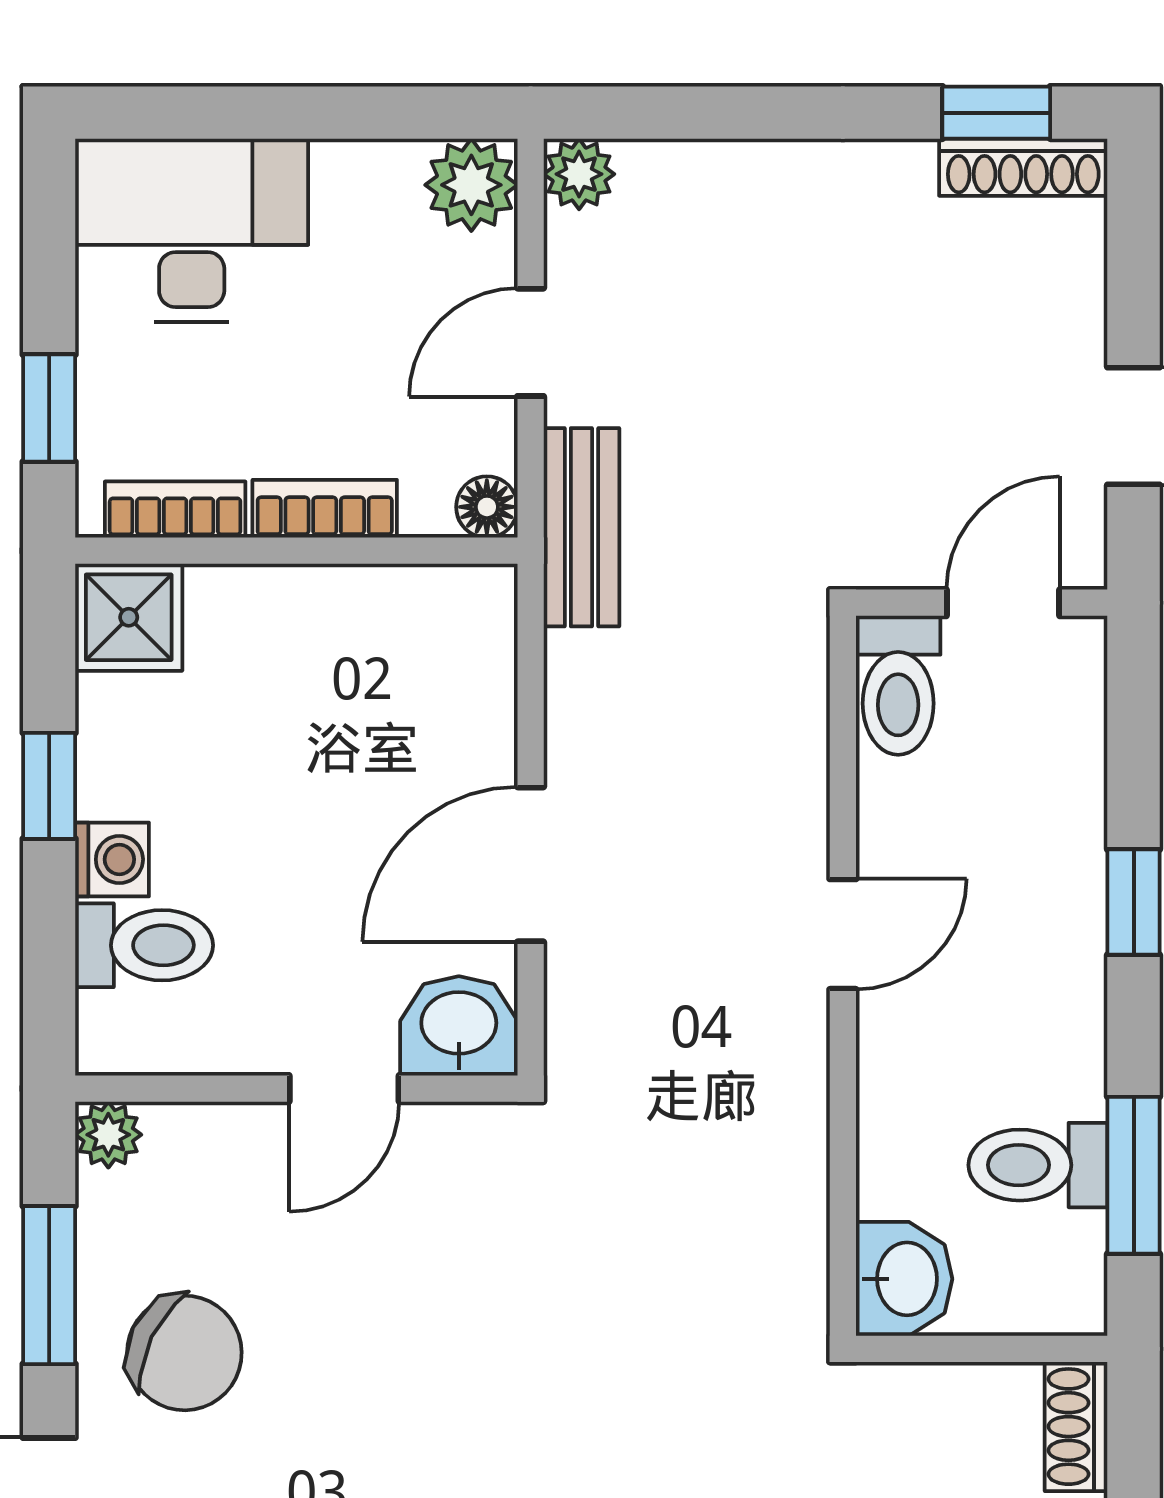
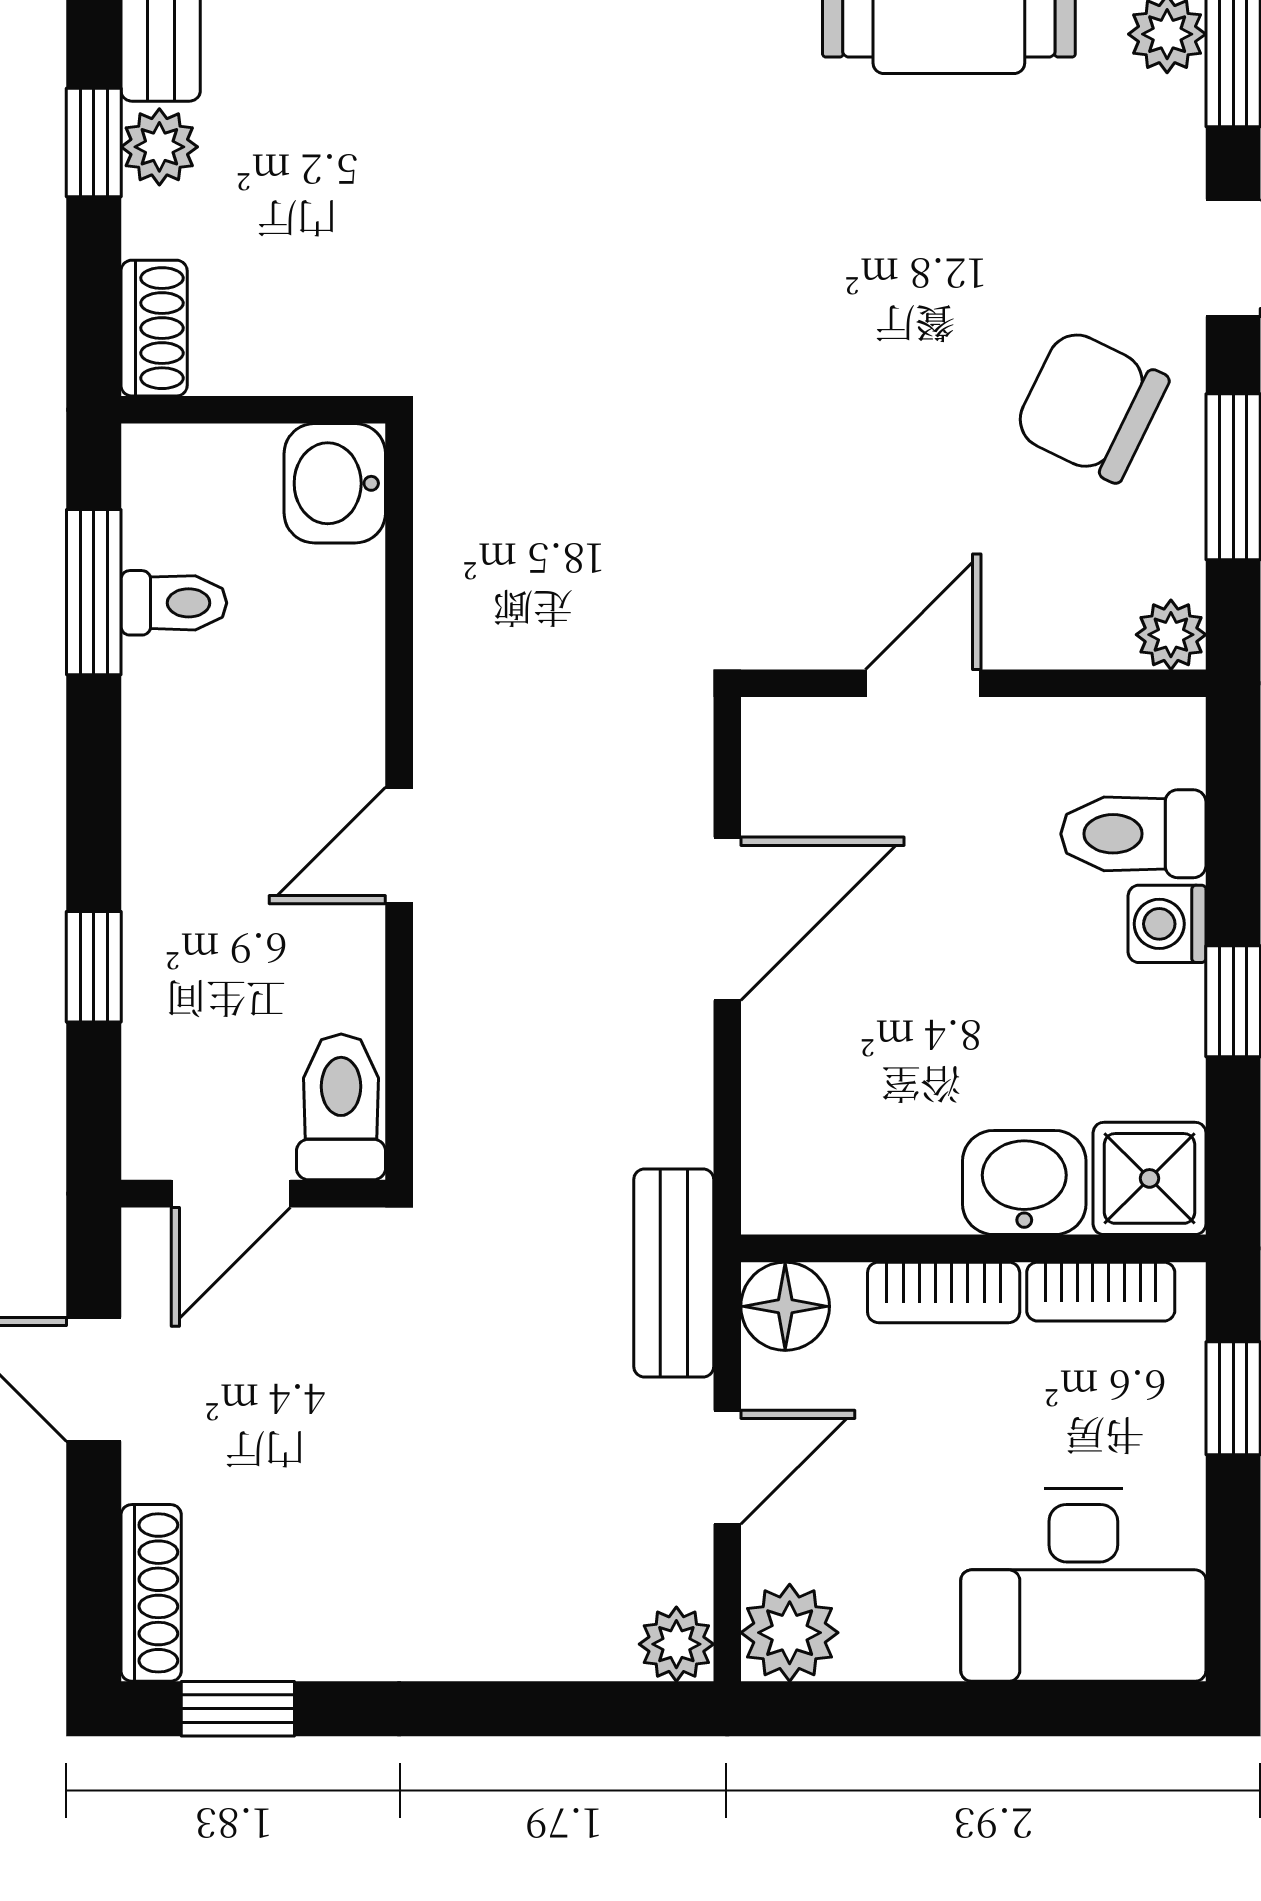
shoe rack: (1023, 167) -> (151, 1593), moved, turned 90
floor lamp: (487, 507) -> (785, 1306), width x1.37, depth x1.37
window: (1134, 902) -> (94, 967), moved
washbasin: (459, 1026) -> (1024, 1182), moved, turned 180
toilet: (1038, 1165) -> (174, 603), width x0.73, depth x0.72

